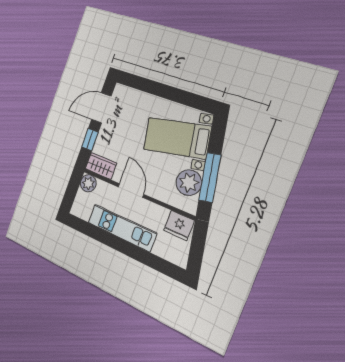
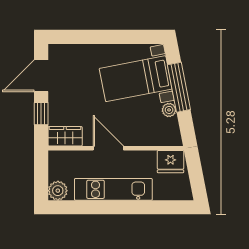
window: (210, 177) -> (179, 87), moved
plant: (88, 183) -> (58, 191), moved
plant: (189, 183) -> (169, 110), width x0.53, depth x0.53

